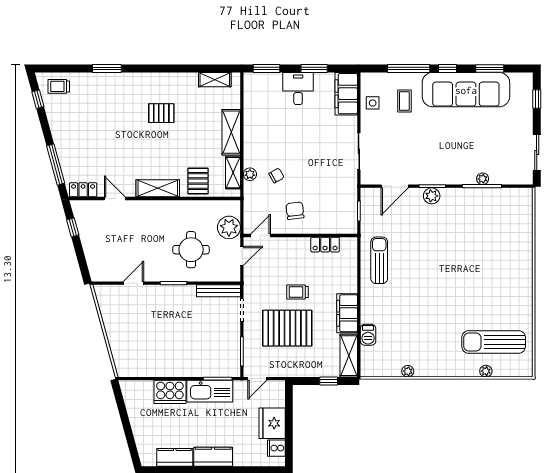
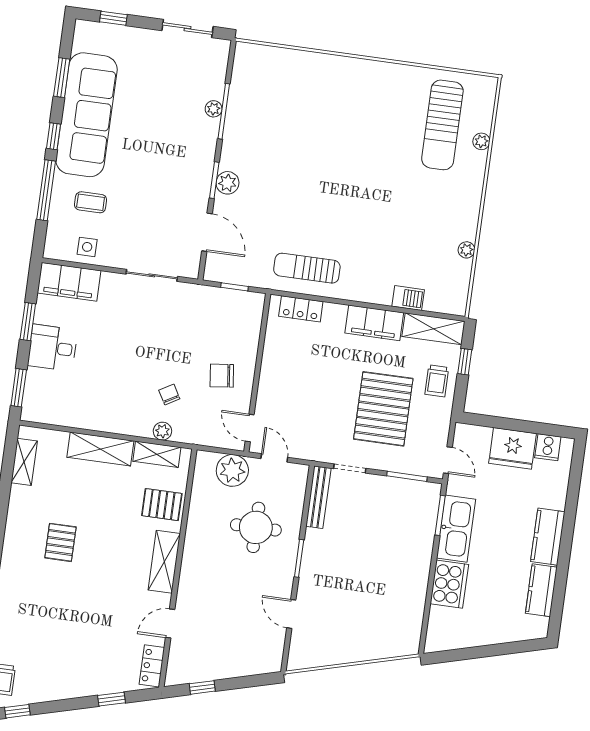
window: (56, 165) -> (112, 699), width x0.46
locker: (325, 245) -> (301, 309), moved, turned 90
trolley: (297, 292) -> (437, 381), moved

